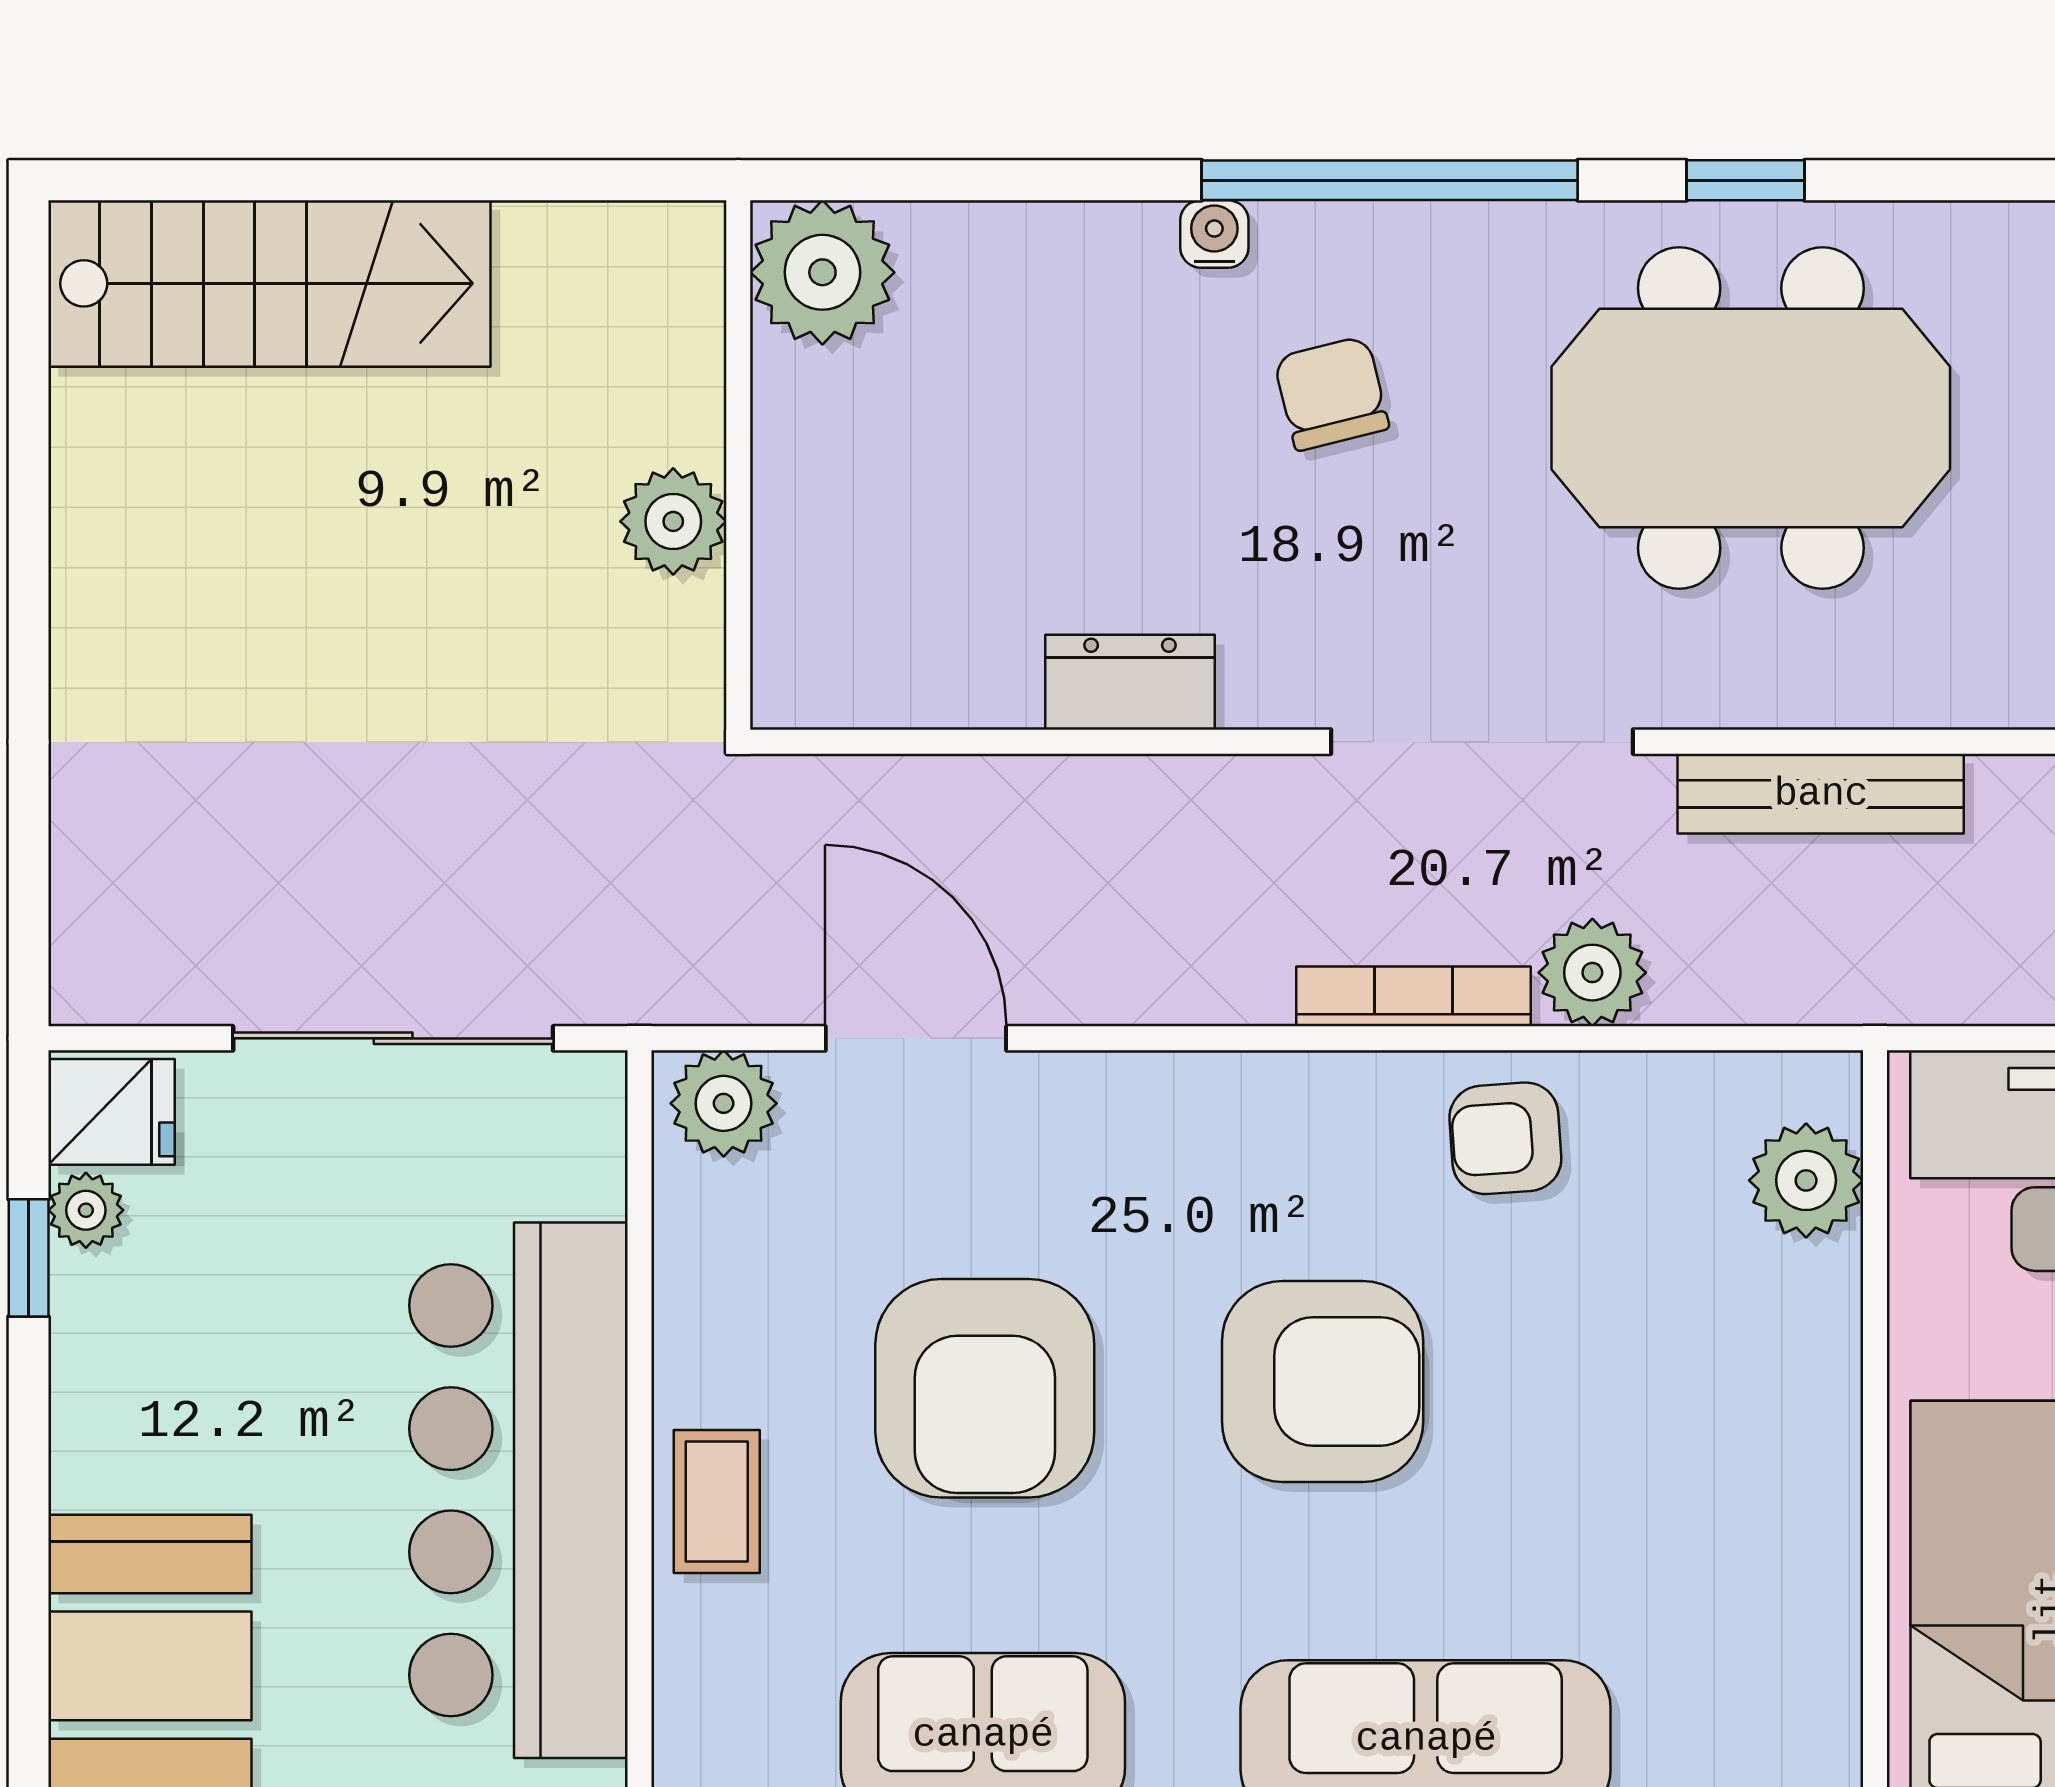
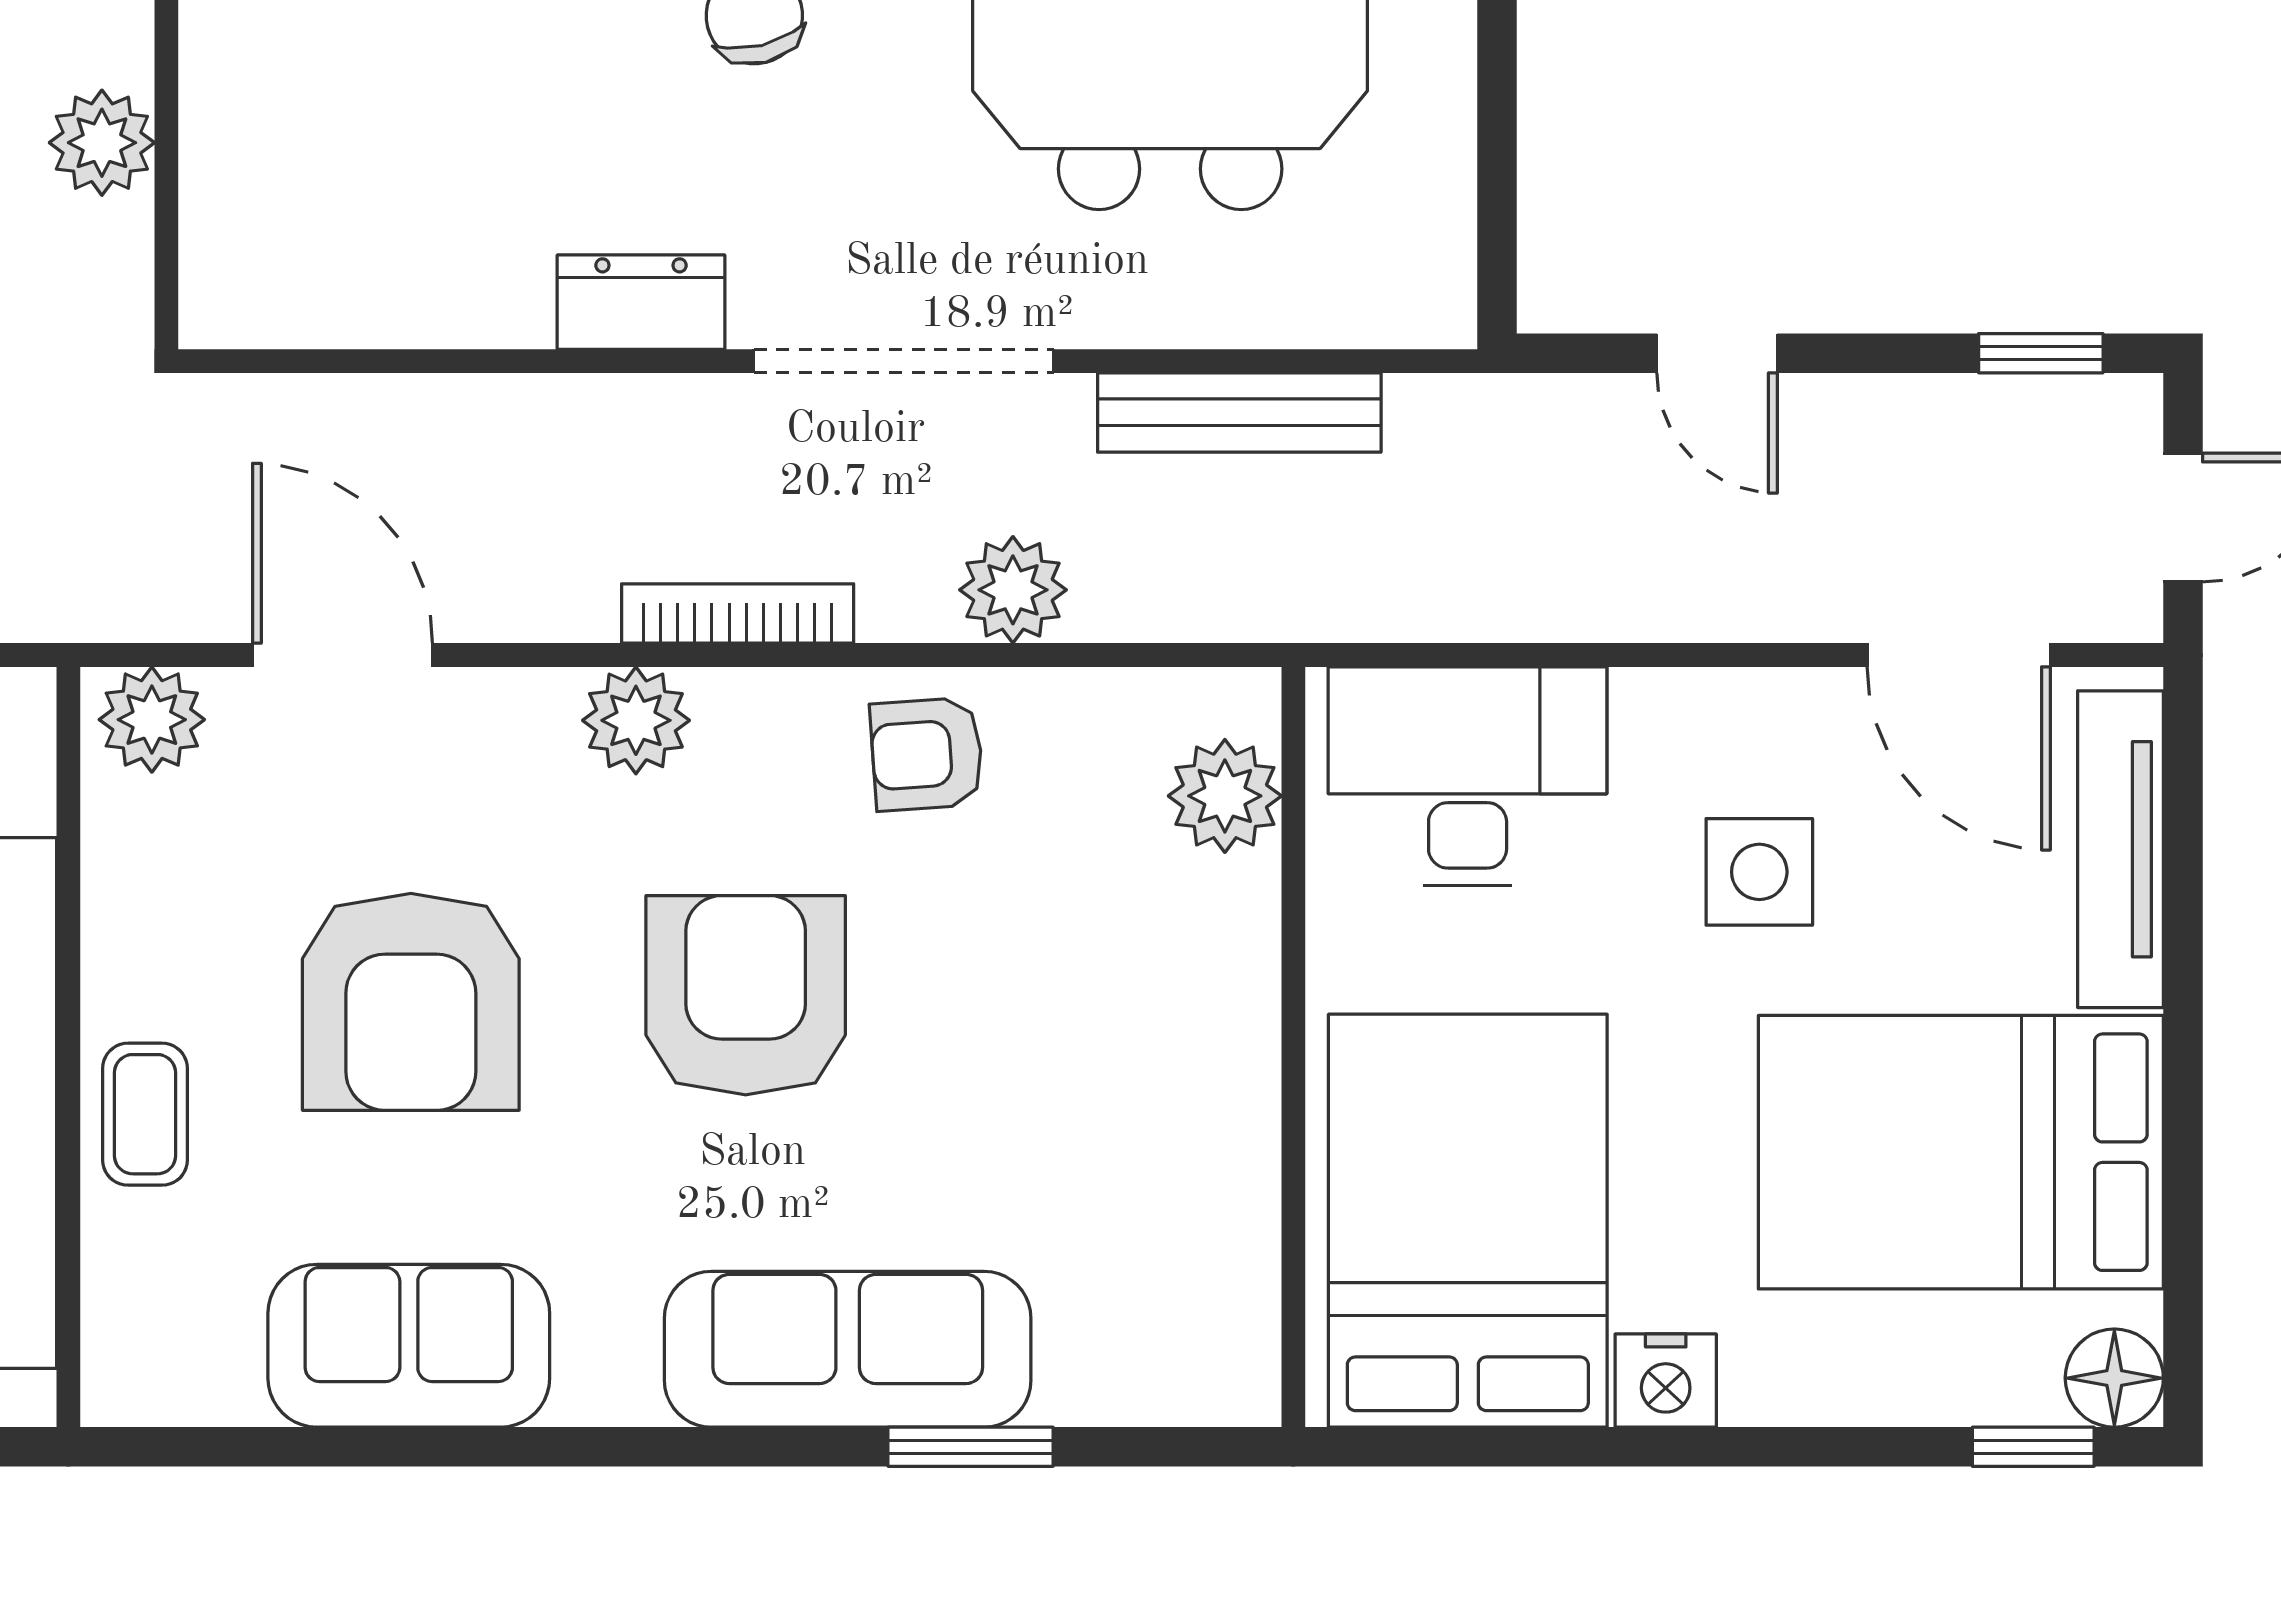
dresser: (1130, 682) -> (641, 302), moved
bookcase: (1413, 996) -> (738, 614), moved
plant: (1212, 1104) -> (636, 720), added
armchair: (1323, 1381) -> (746, 995), turned -90

